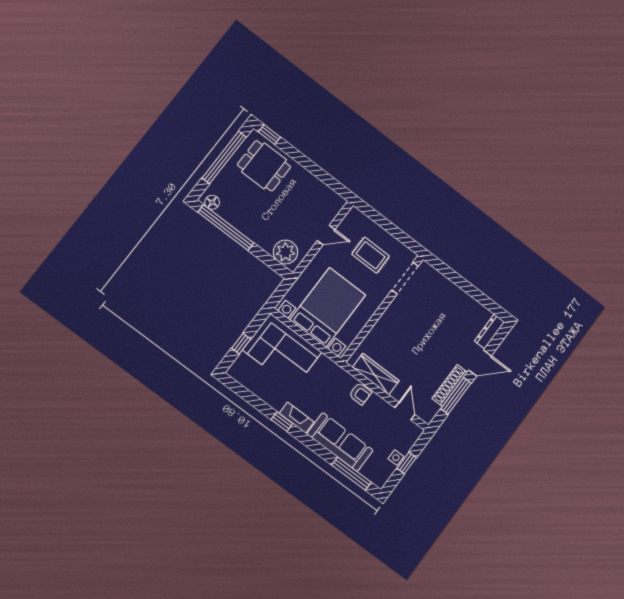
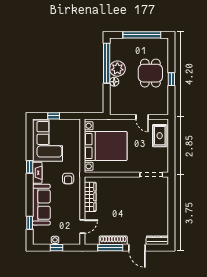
window: (269, 135) -> (171, 79), moved
dining table: (264, 166) -> (150, 73), moved
floor lamp: (212, 202) -> (114, 82), moved
plant: (285, 252) -> (117, 69), moved
rug: (371, 255) -> (160, 136), moved
corner sofa: (282, 351) -> (47, 141), moved, turned 180
armchair: (360, 394) -> (68, 179), moved
window: (351, 474) -> (30, 223), width x0.46

